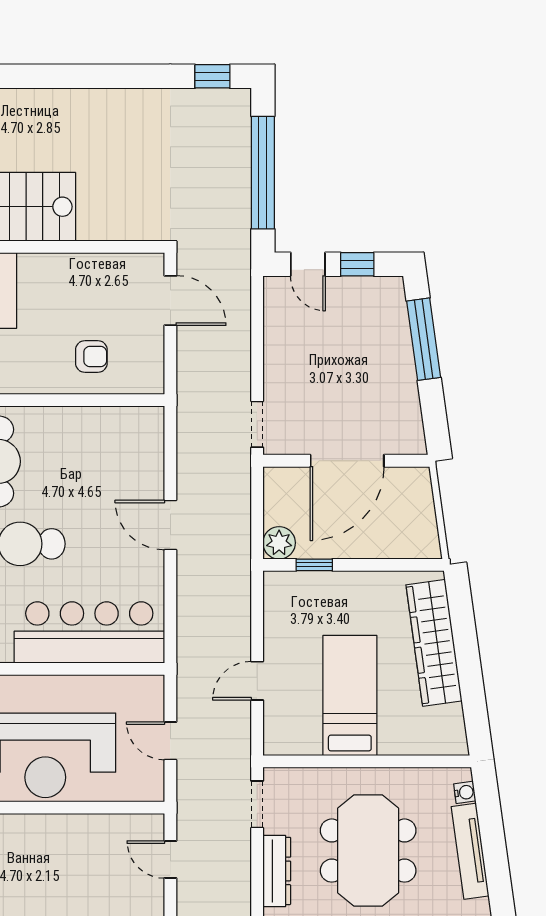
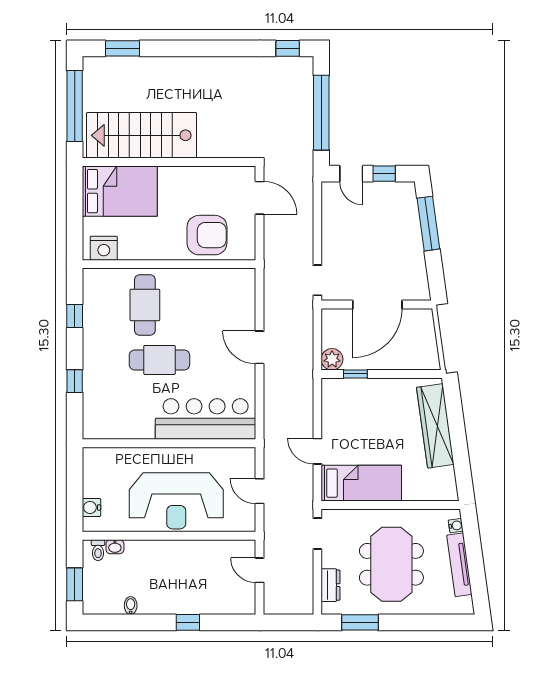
armchair: (91, 356) -> (207, 235), width x1.88, depth x1.88
door: (257, 681) -> (317, 451), hinge flipped
bed: (350, 696) -> (361, 483), moved, turned 90
dresser: (277, 871) -> (330, 585), width x0.70

